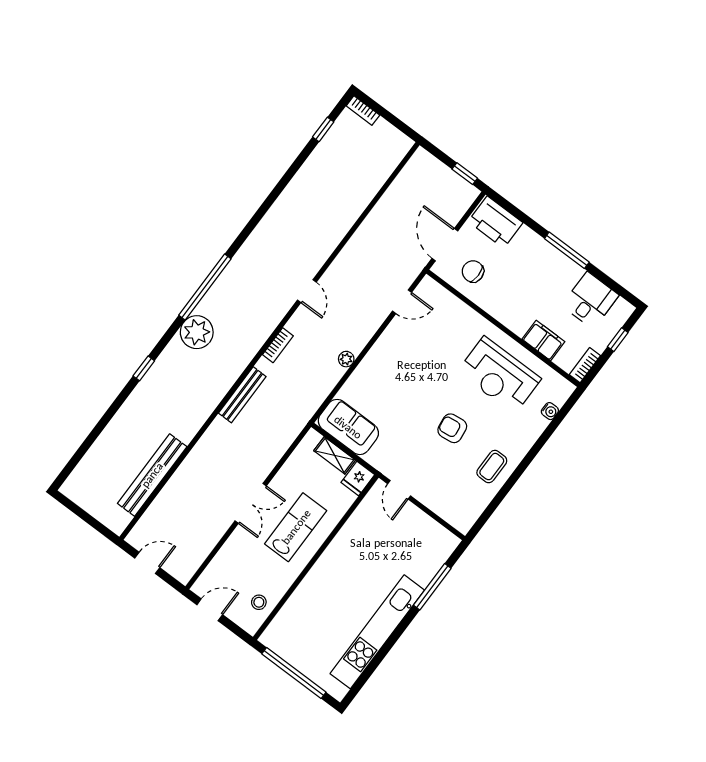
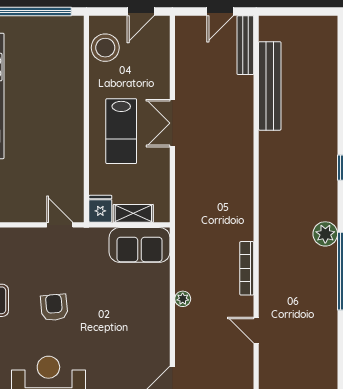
plant: (197, 332) -> (325, 234), width x0.73, depth x0.73
bookcase: (278, 345) -> (247, 268), width x1.56
bench: (242, 395) -> (245, 45), moved
armchair: (452, 428) -> (54, 307), turned -88
stool: (259, 602) -> (105, 48), width x1.89, depth x1.89

